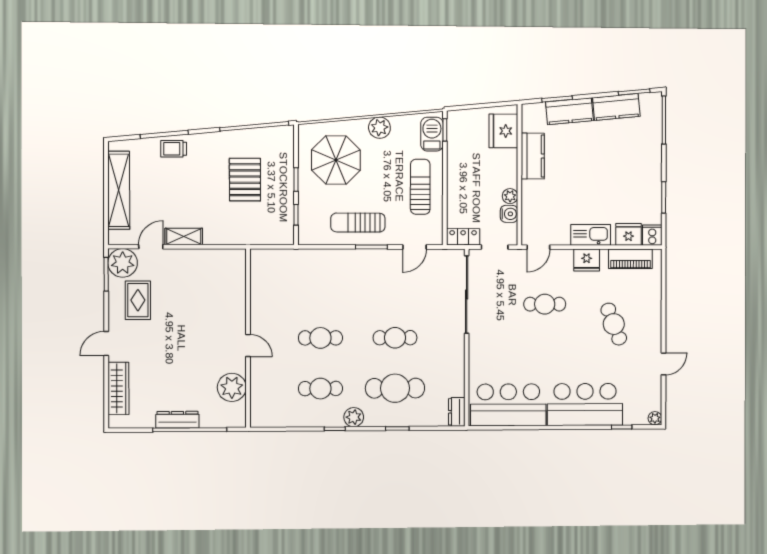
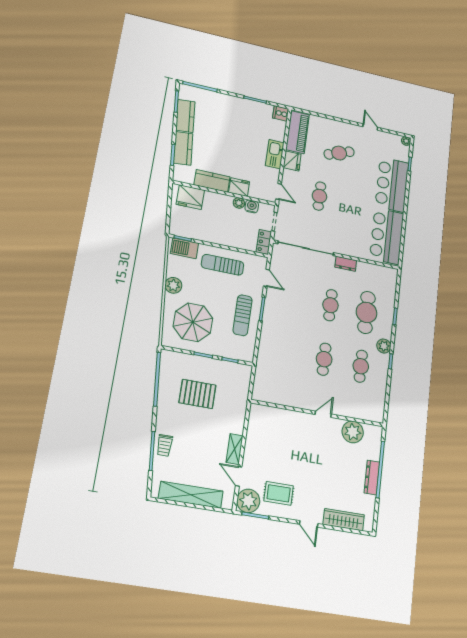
fridge: (629, 234) -> (239, 187), moved, turned 90
piano: (630, 259) -> (298, 132), width x1.37, depth x1.33
dresser: (457, 412) -> (346, 264), moved

